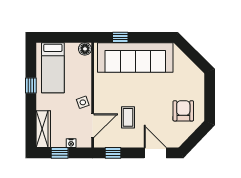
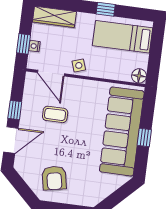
window: (120, 37) -> (144, 137), moved
armchair: (183, 111) -> (54, 178), turned 79
window: (60, 153) -> (24, 44), moved
window: (113, 153) -> (15, 110), moved

